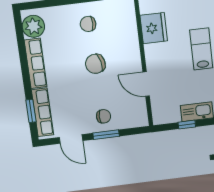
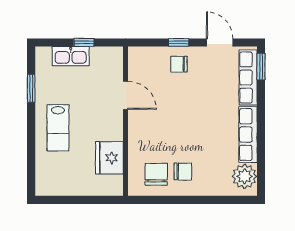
chair: (95, 64) -> (156, 174), moved, turned -77
window: (31, 111) -> (261, 67), moved
window: (106, 135) -> (179, 42), width x0.67

